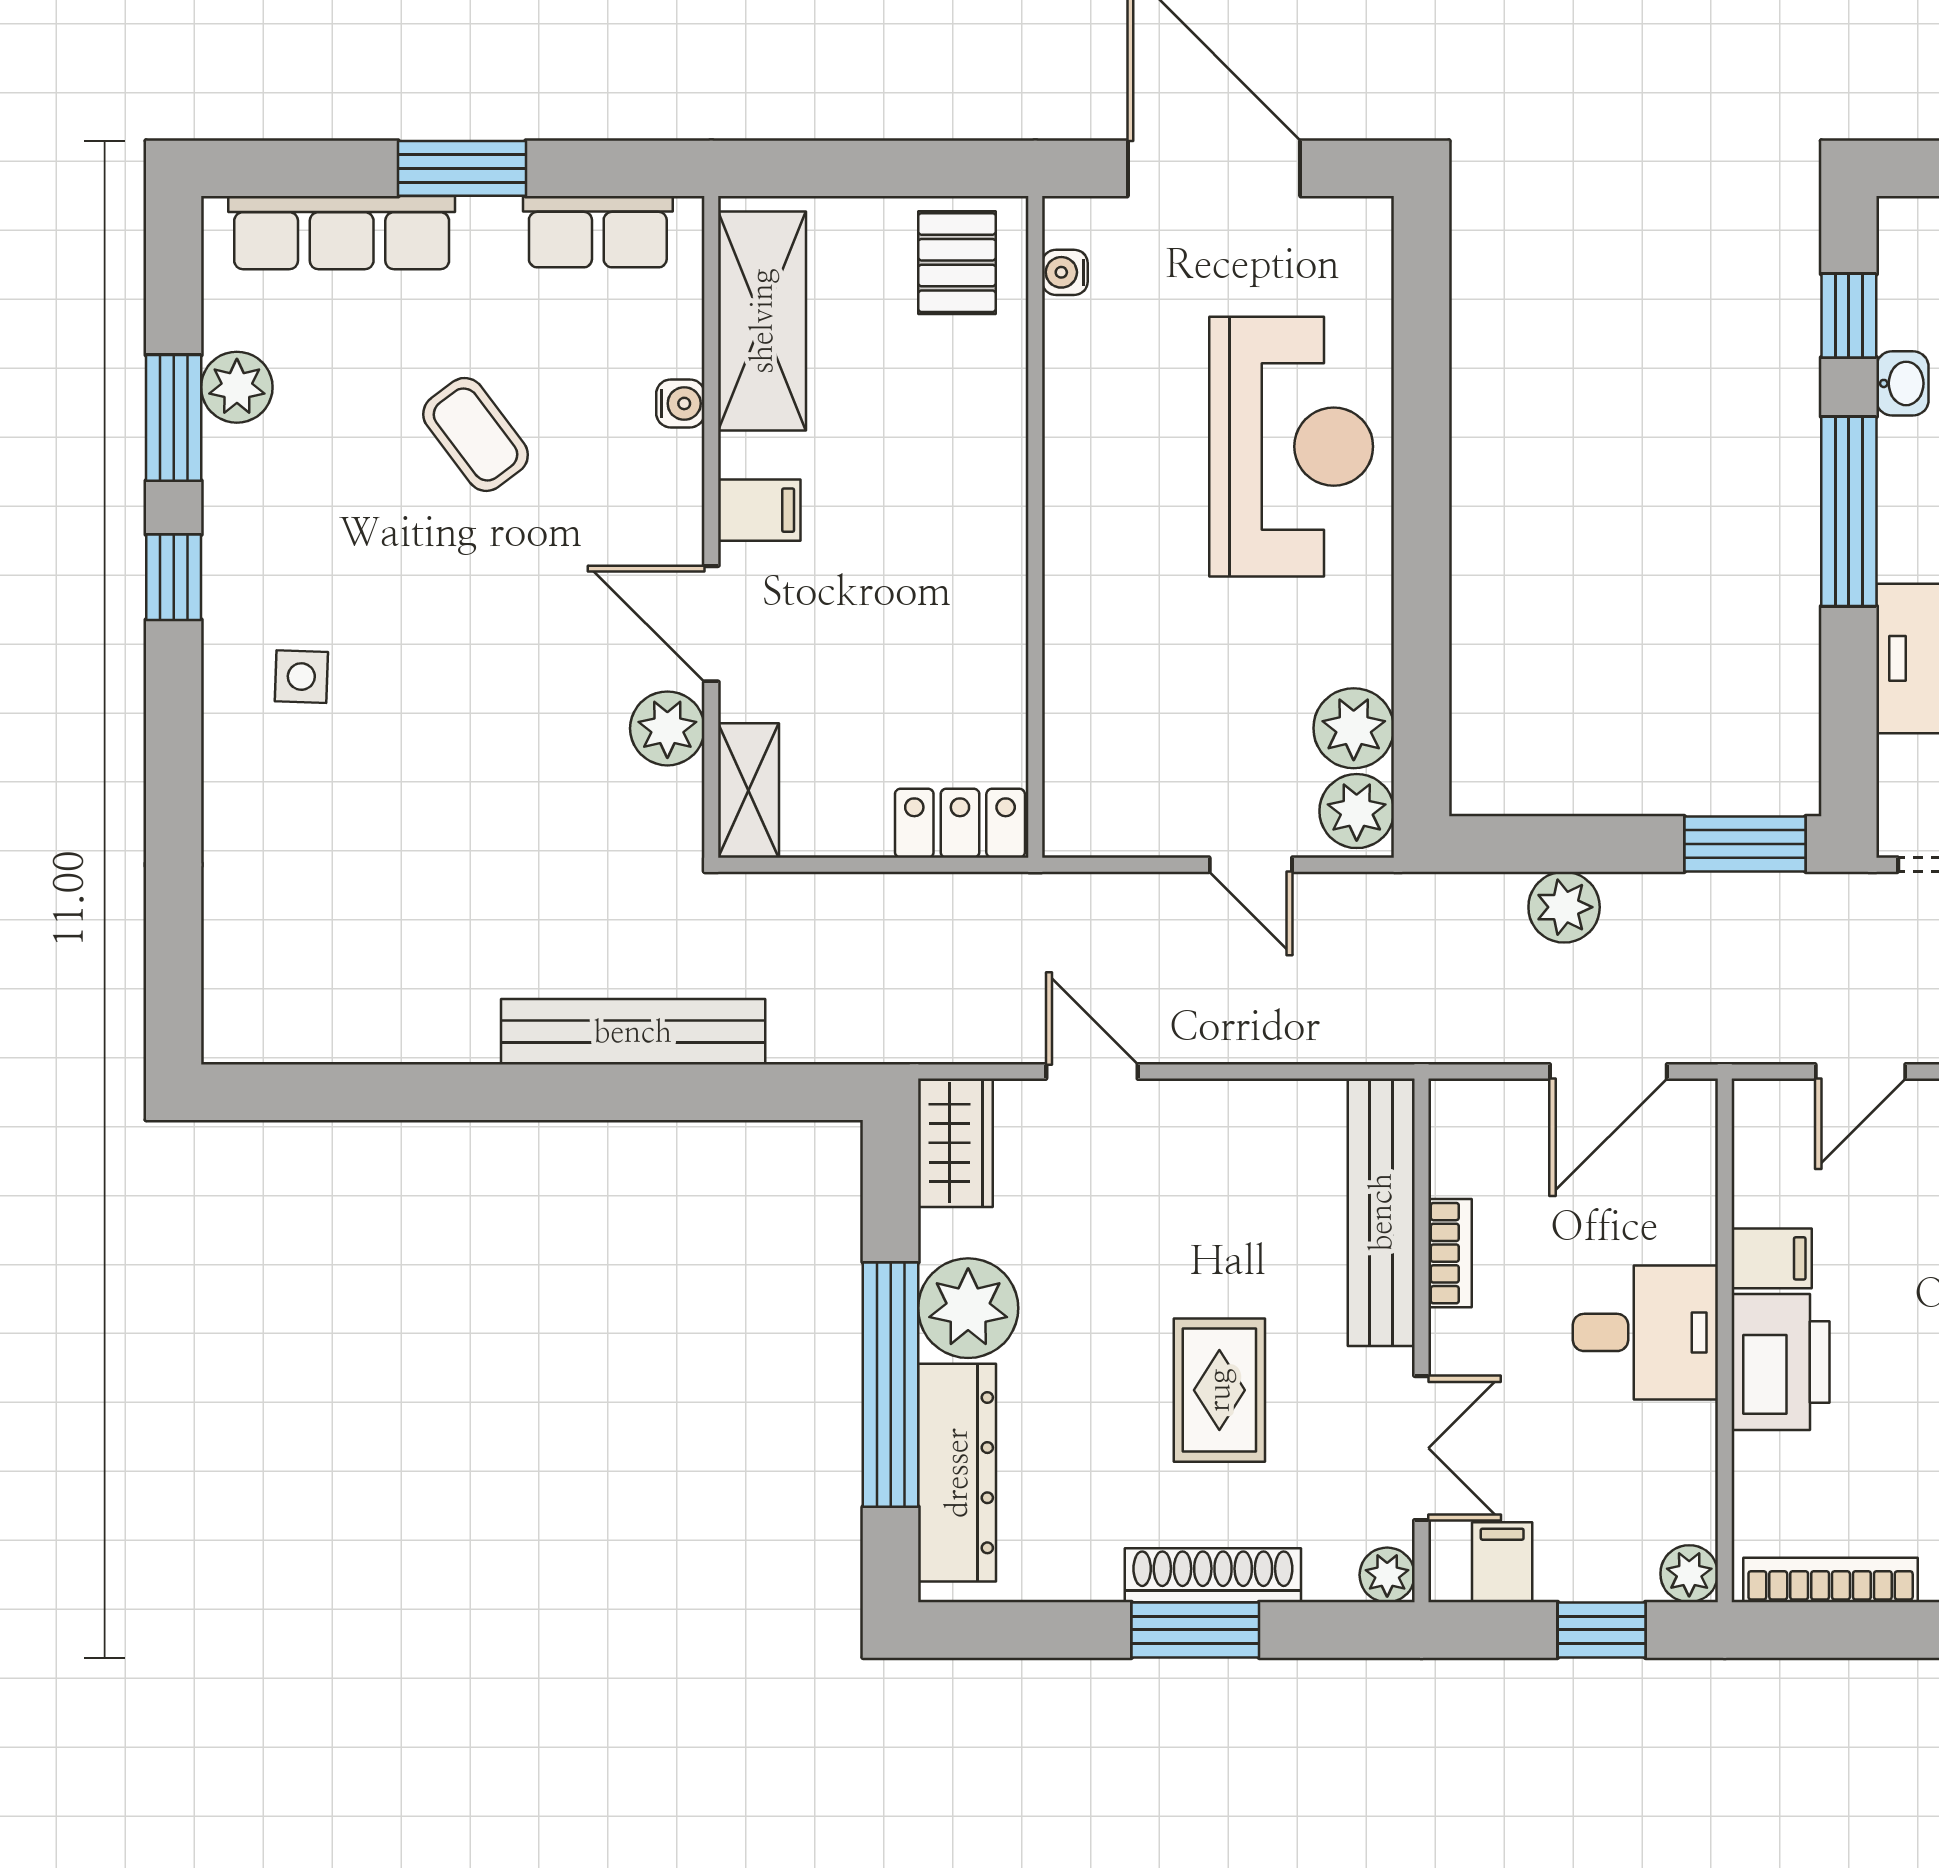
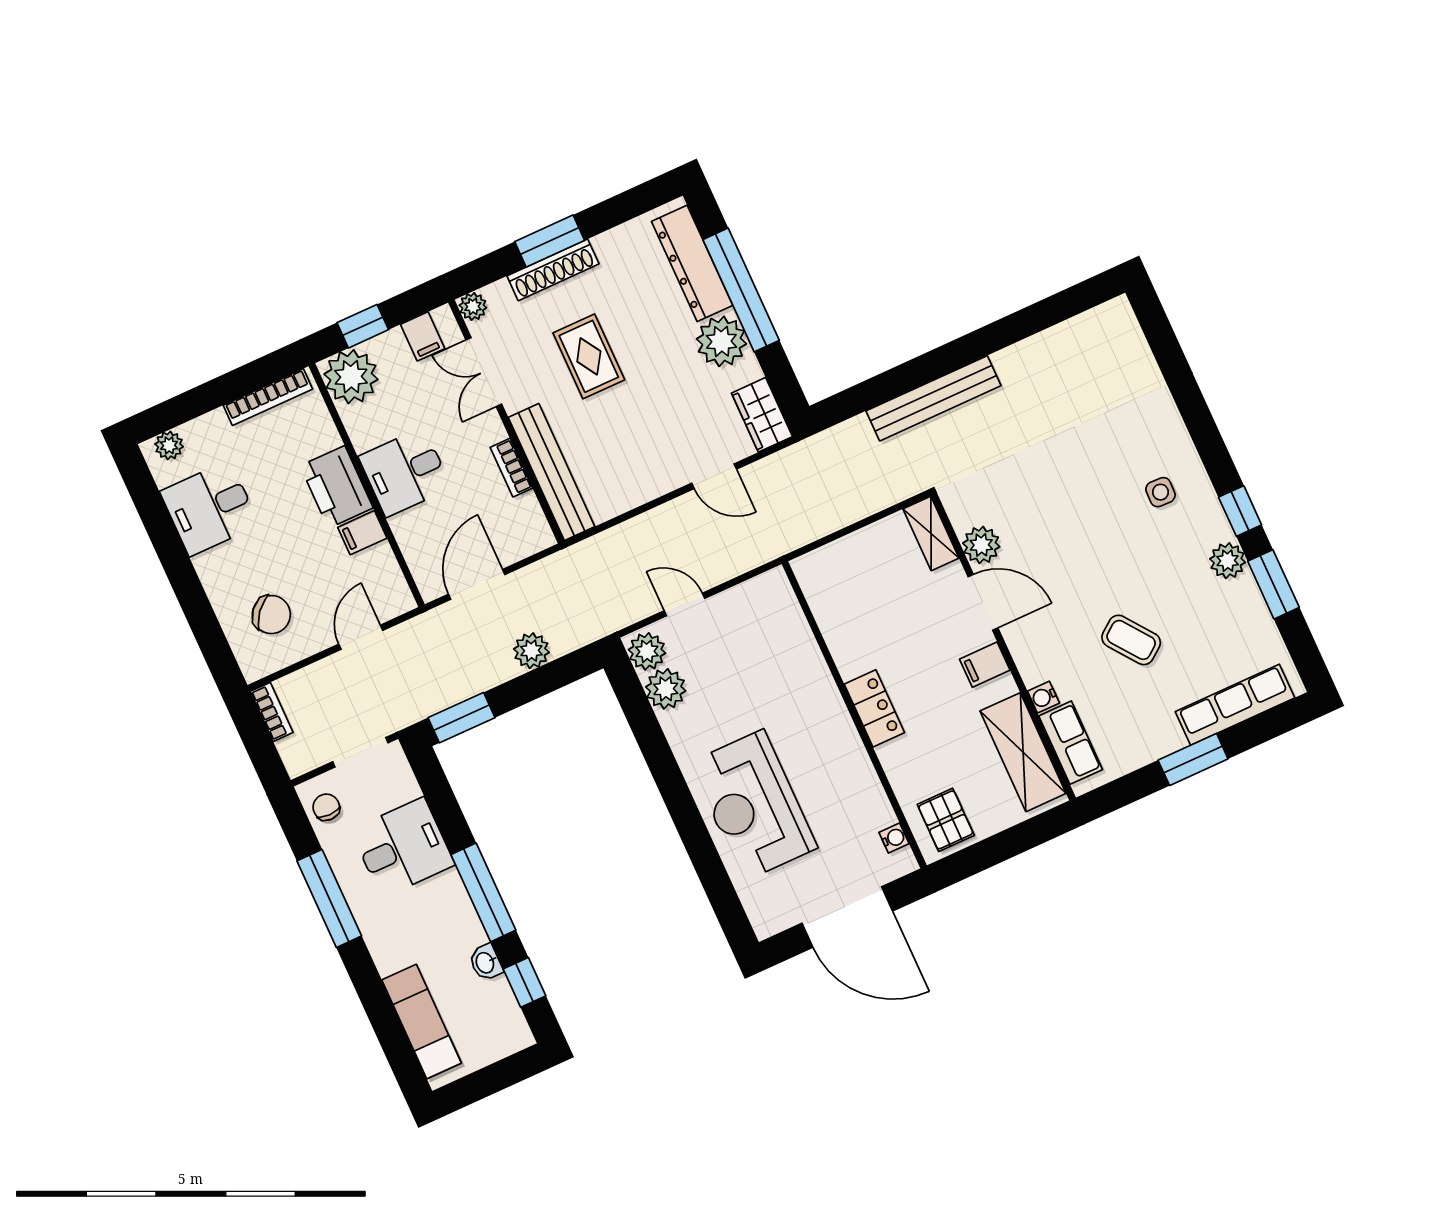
row of seats: (598, 232) -> (1071, 743), moved, turned 90
plant: (237, 387) -> (1228, 561), moved
locker: (960, 823) -> (874, 708), moved, turned -90
plant: (1689, 1574) -> (351, 377), width x1.88, depth x1.88

